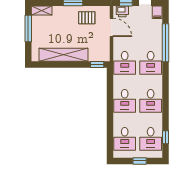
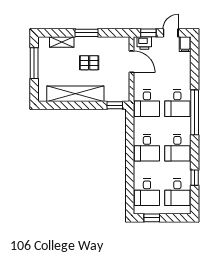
shelving: (42, 11) -> (62, 42), moved
pallet: (87, 18) -> (89, 63), moved
window: (165, 43) -> (195, 112), moved
window: (165, 137) -> (195, 178), moved
window: (140, 161) -> (152, 218), moved

